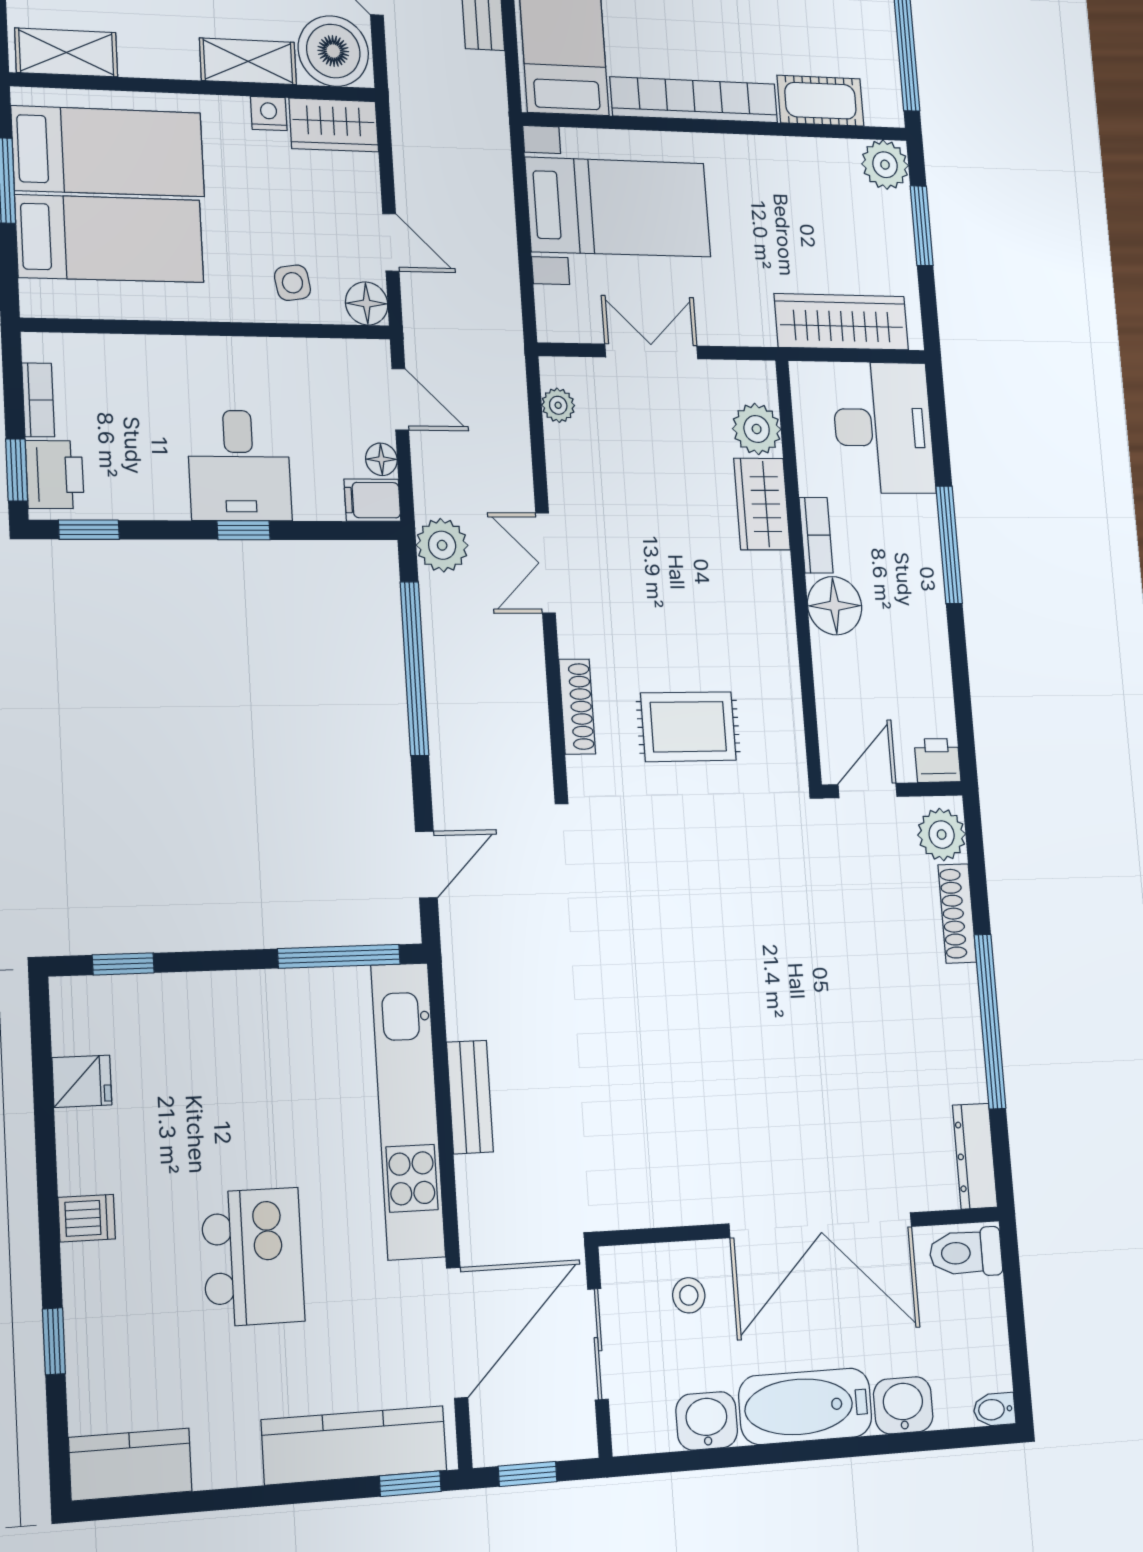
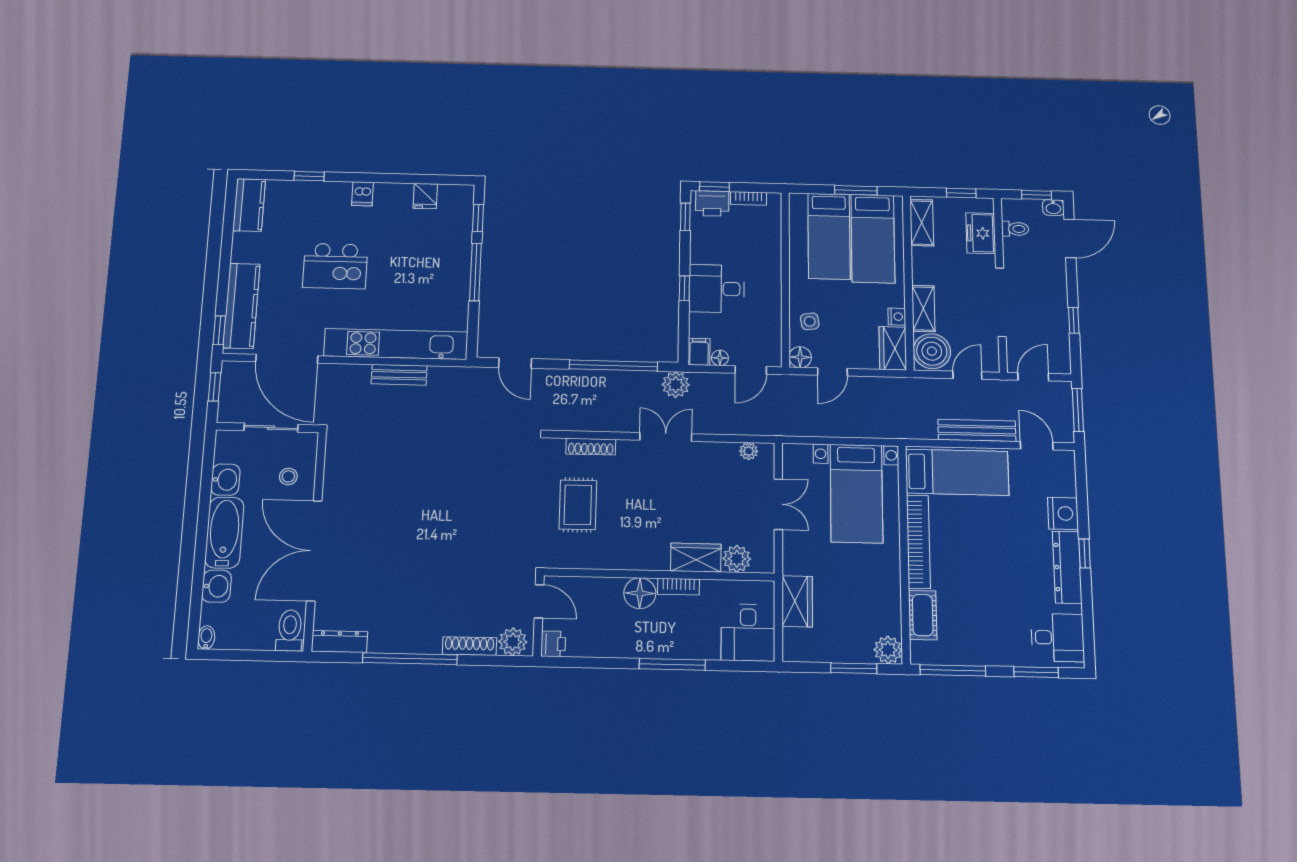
wardrobe: (841, 322) -> (797, 601), width x0.67
desk: (883, 428) -> (748, 633), width x0.73
window: (339, 956) -> (475, 272), moved

